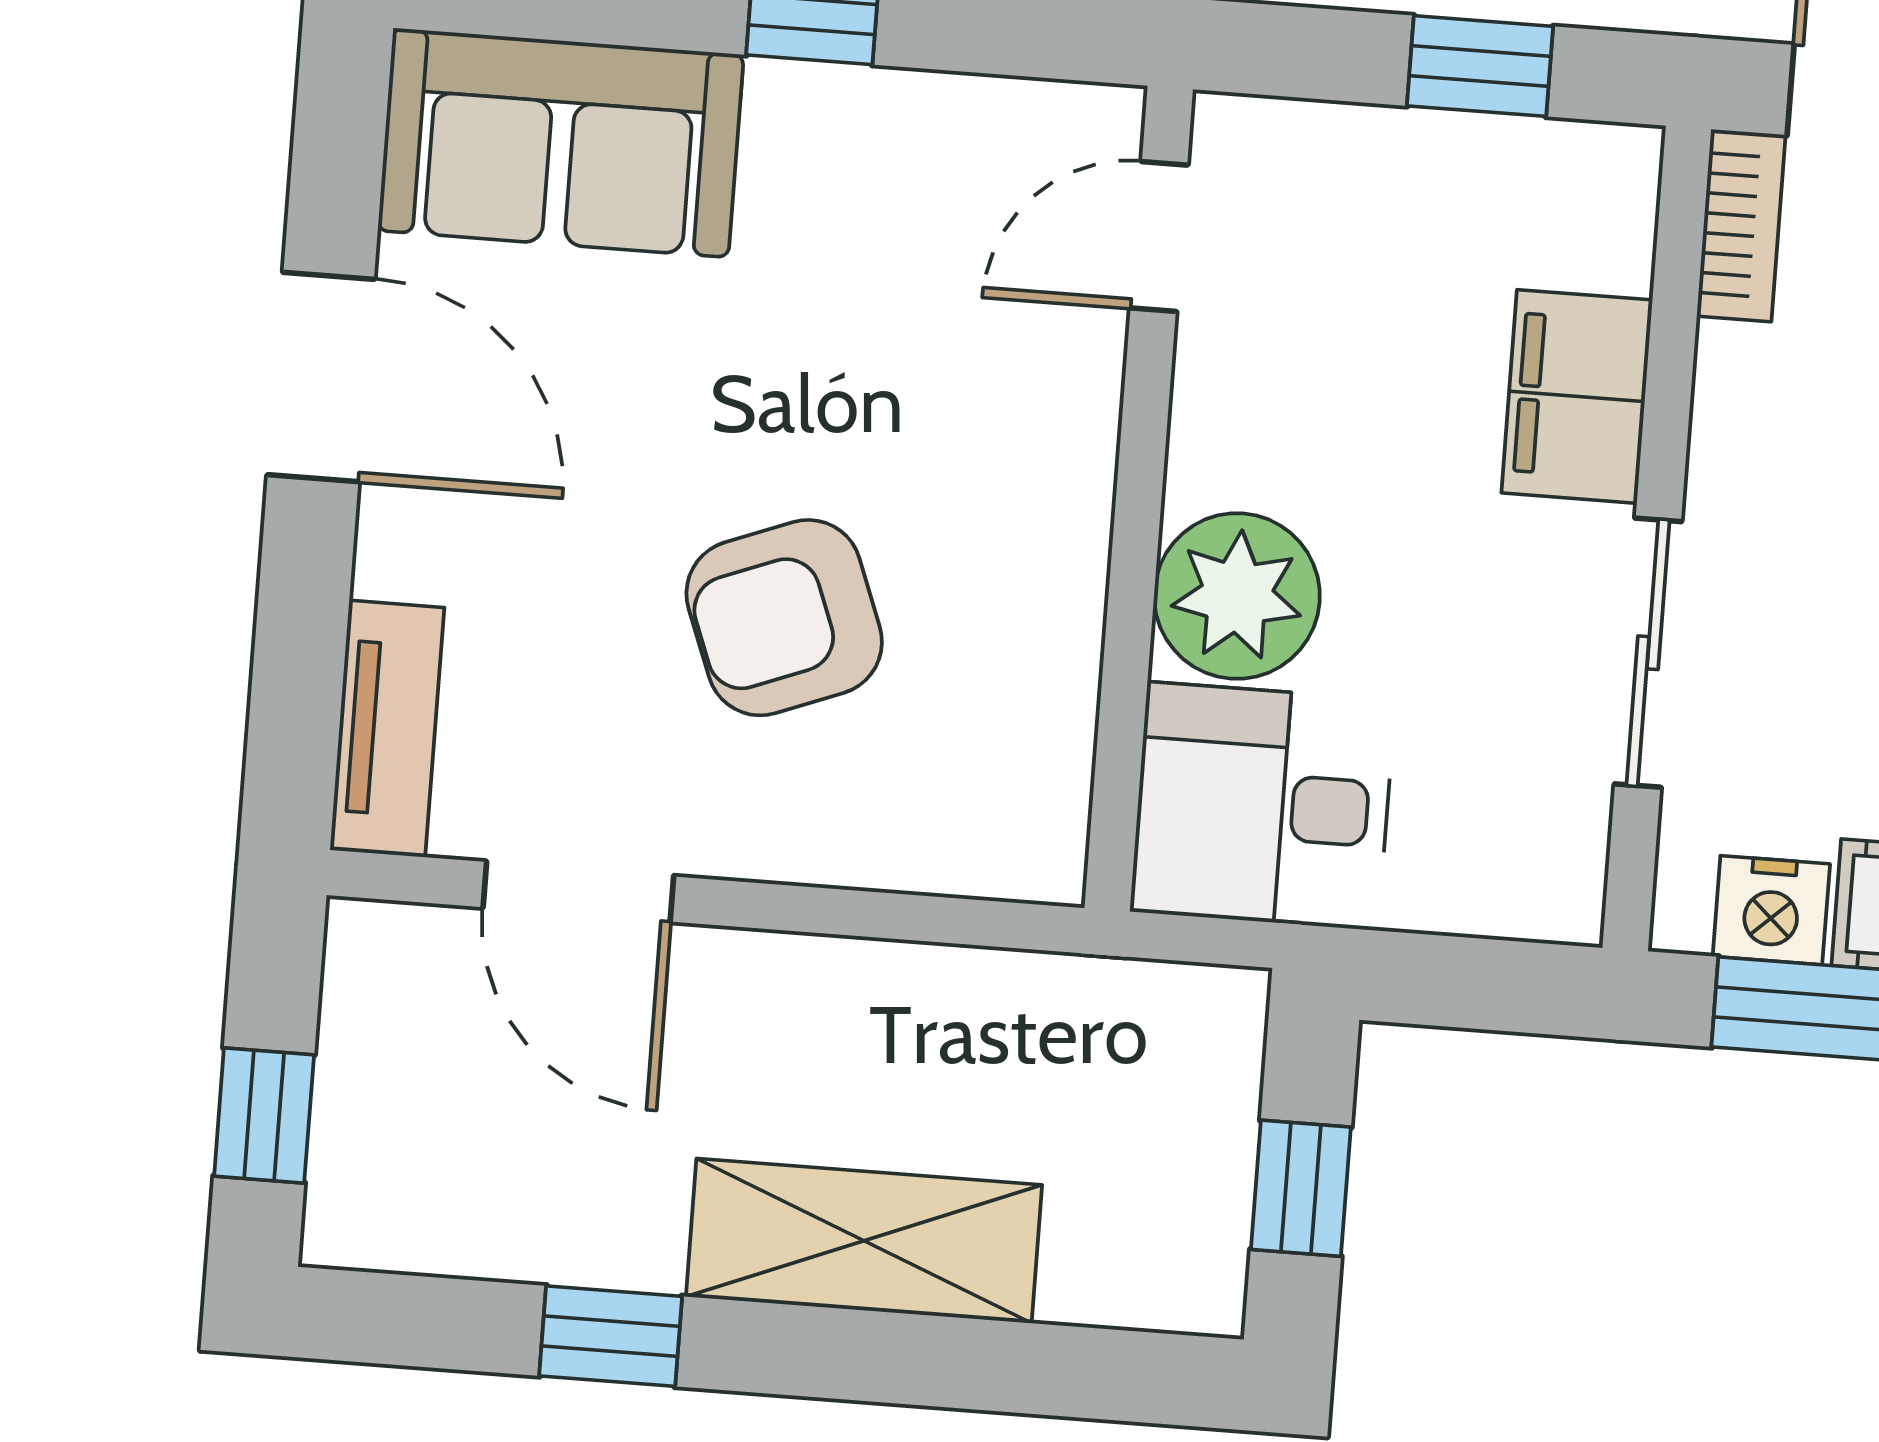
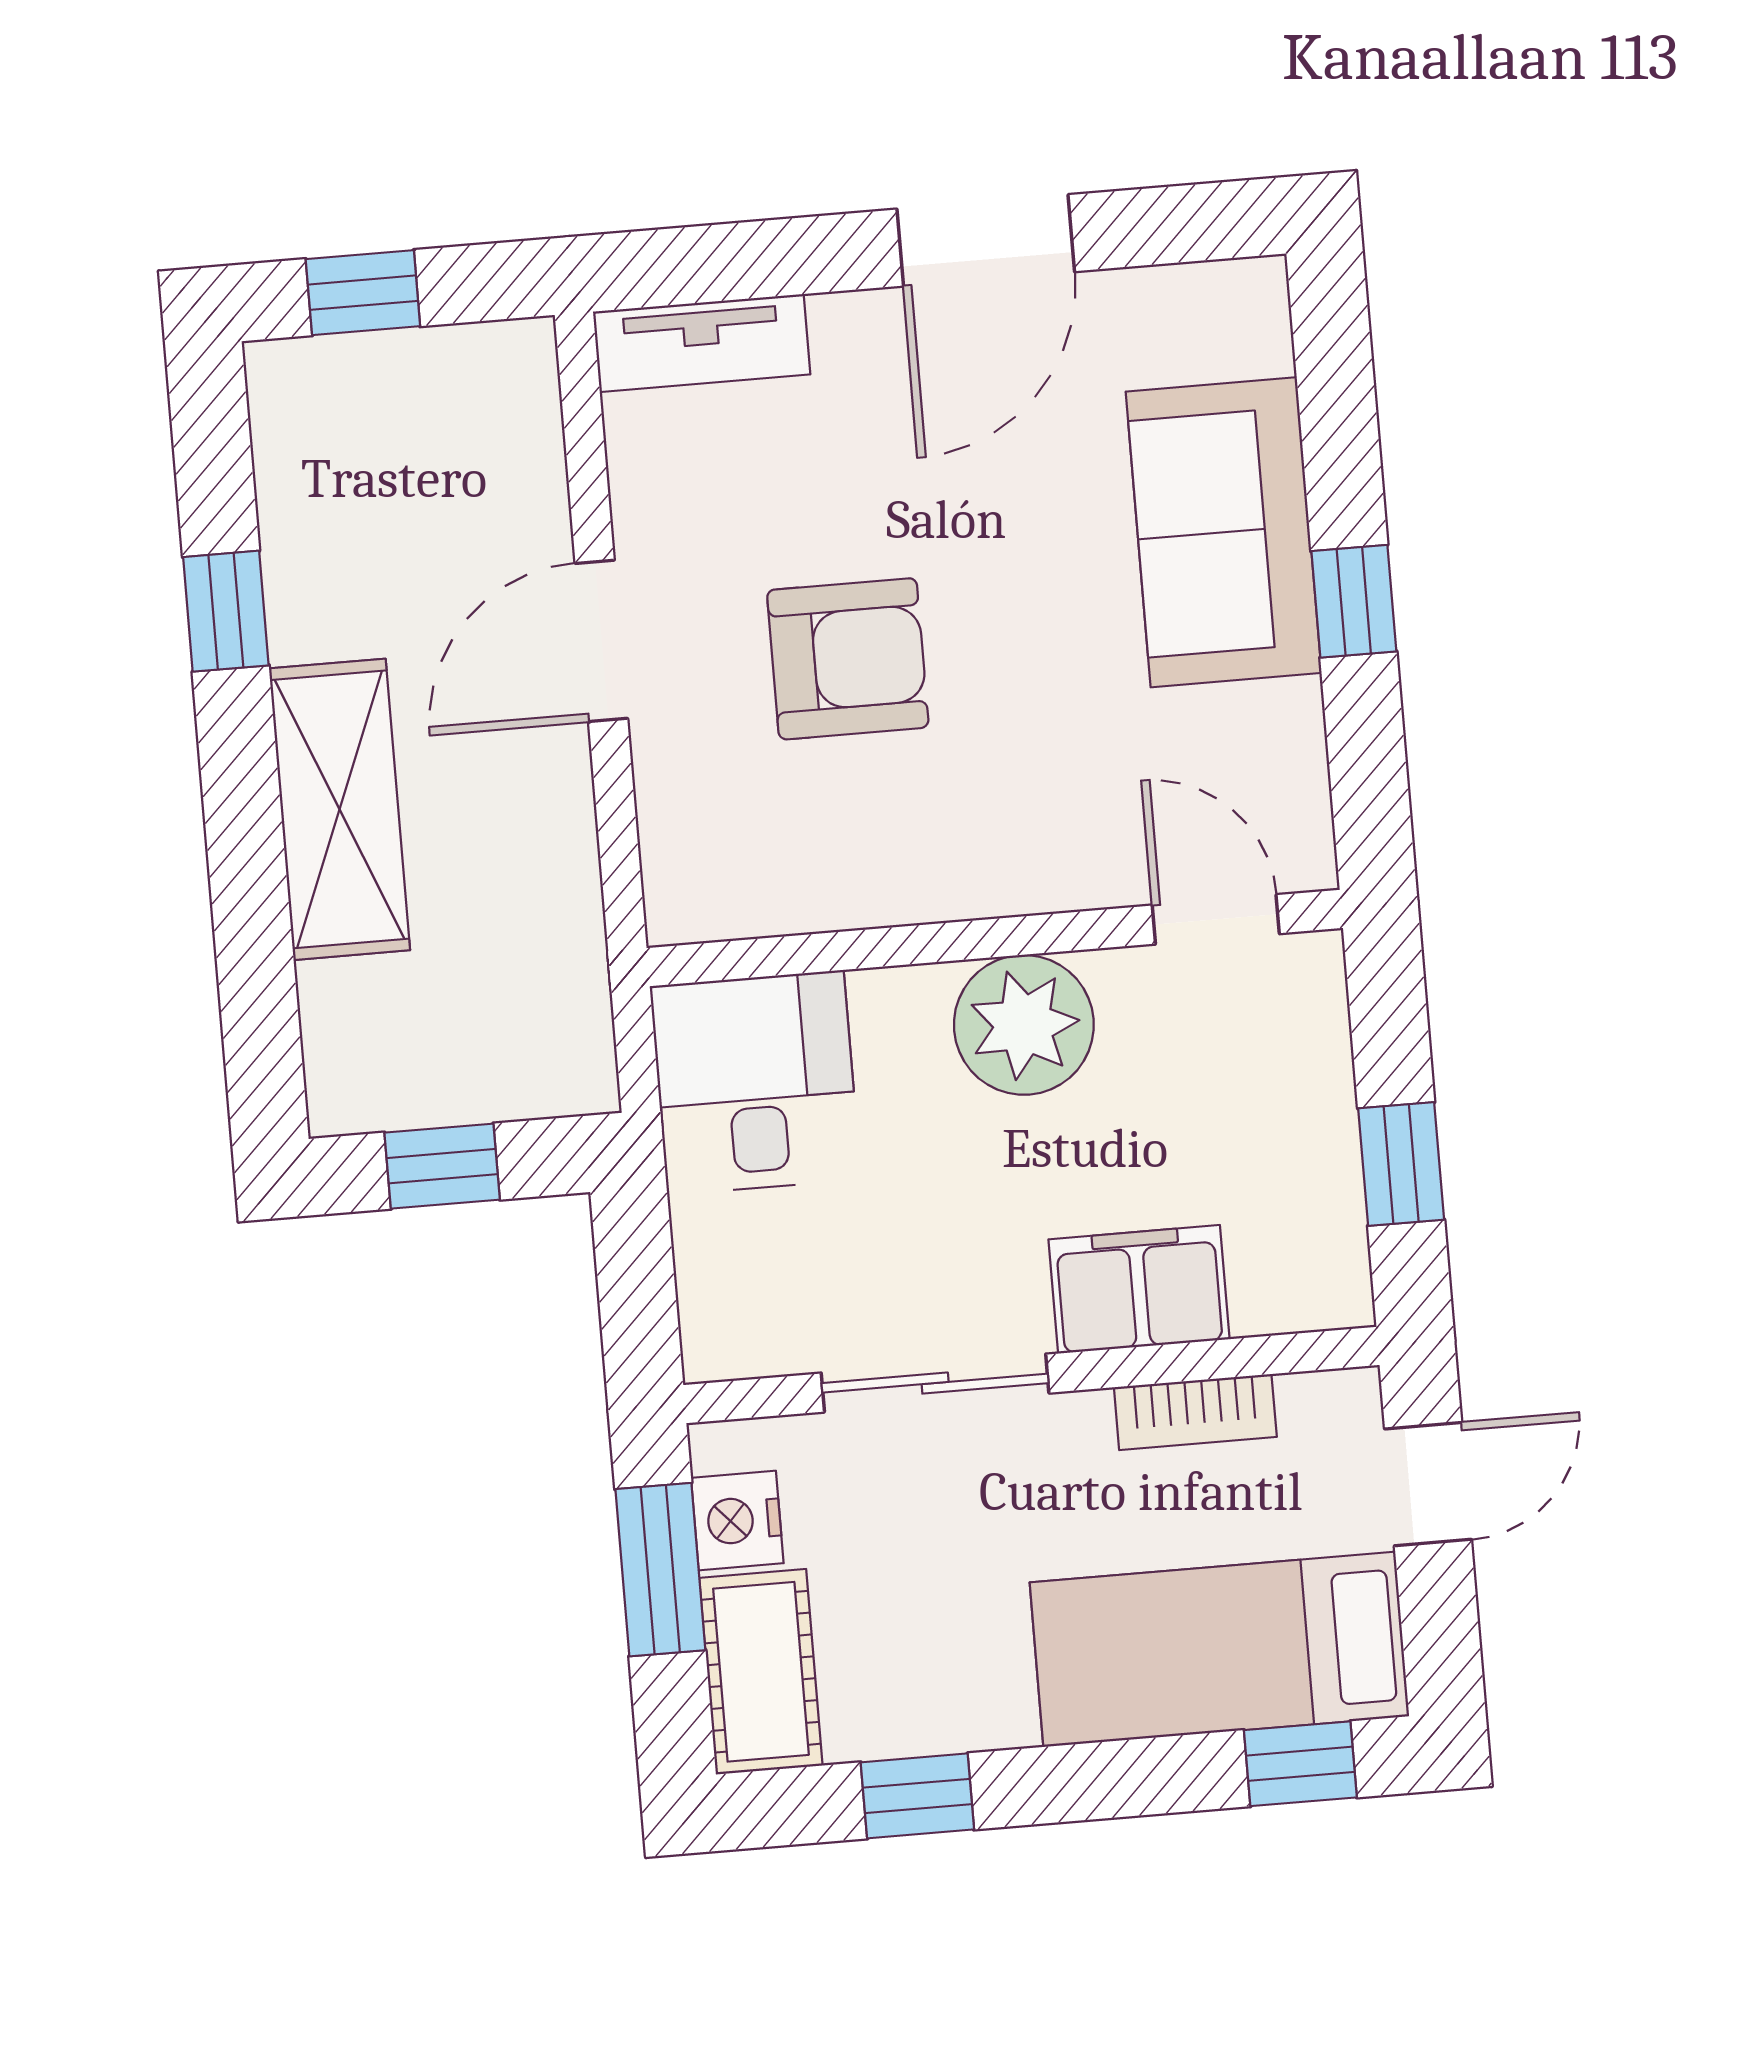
sofa: (561, 143) -> (1224, 532), moved
bookcase: (1741, 225) -> (1195, 1412), moved
plant: (1237, 596) -> (1024, 1025), moved
armchair: (784, 618) -> (848, 659), turned 111
door: (578, 892) -> (601, 641), moved

